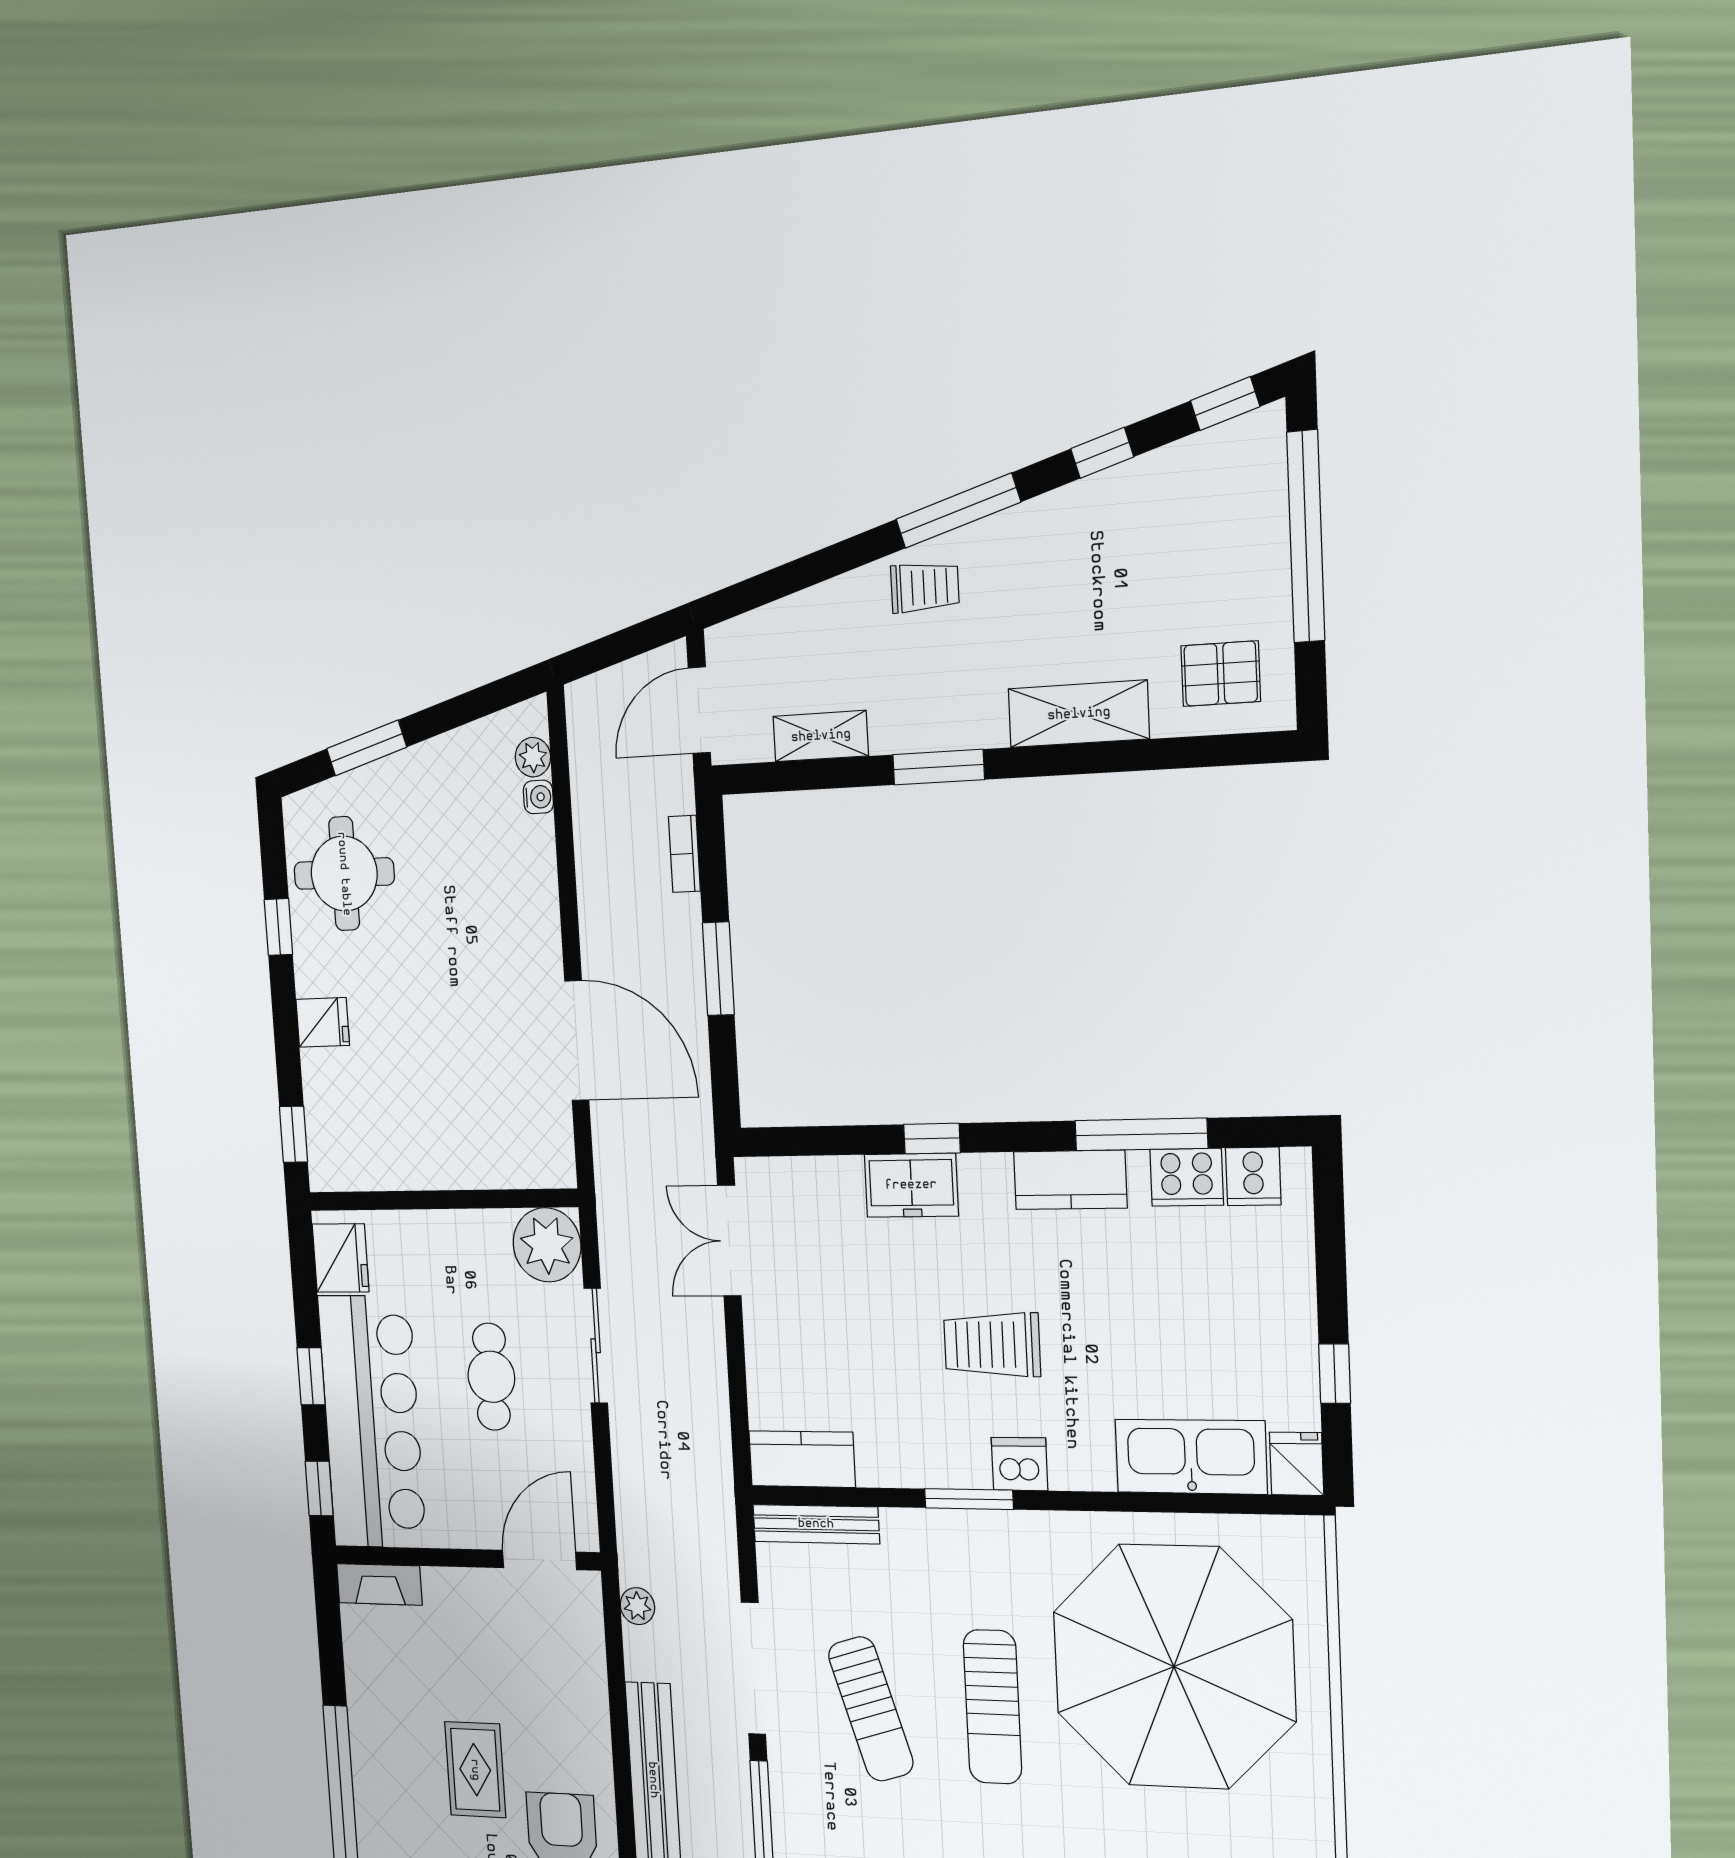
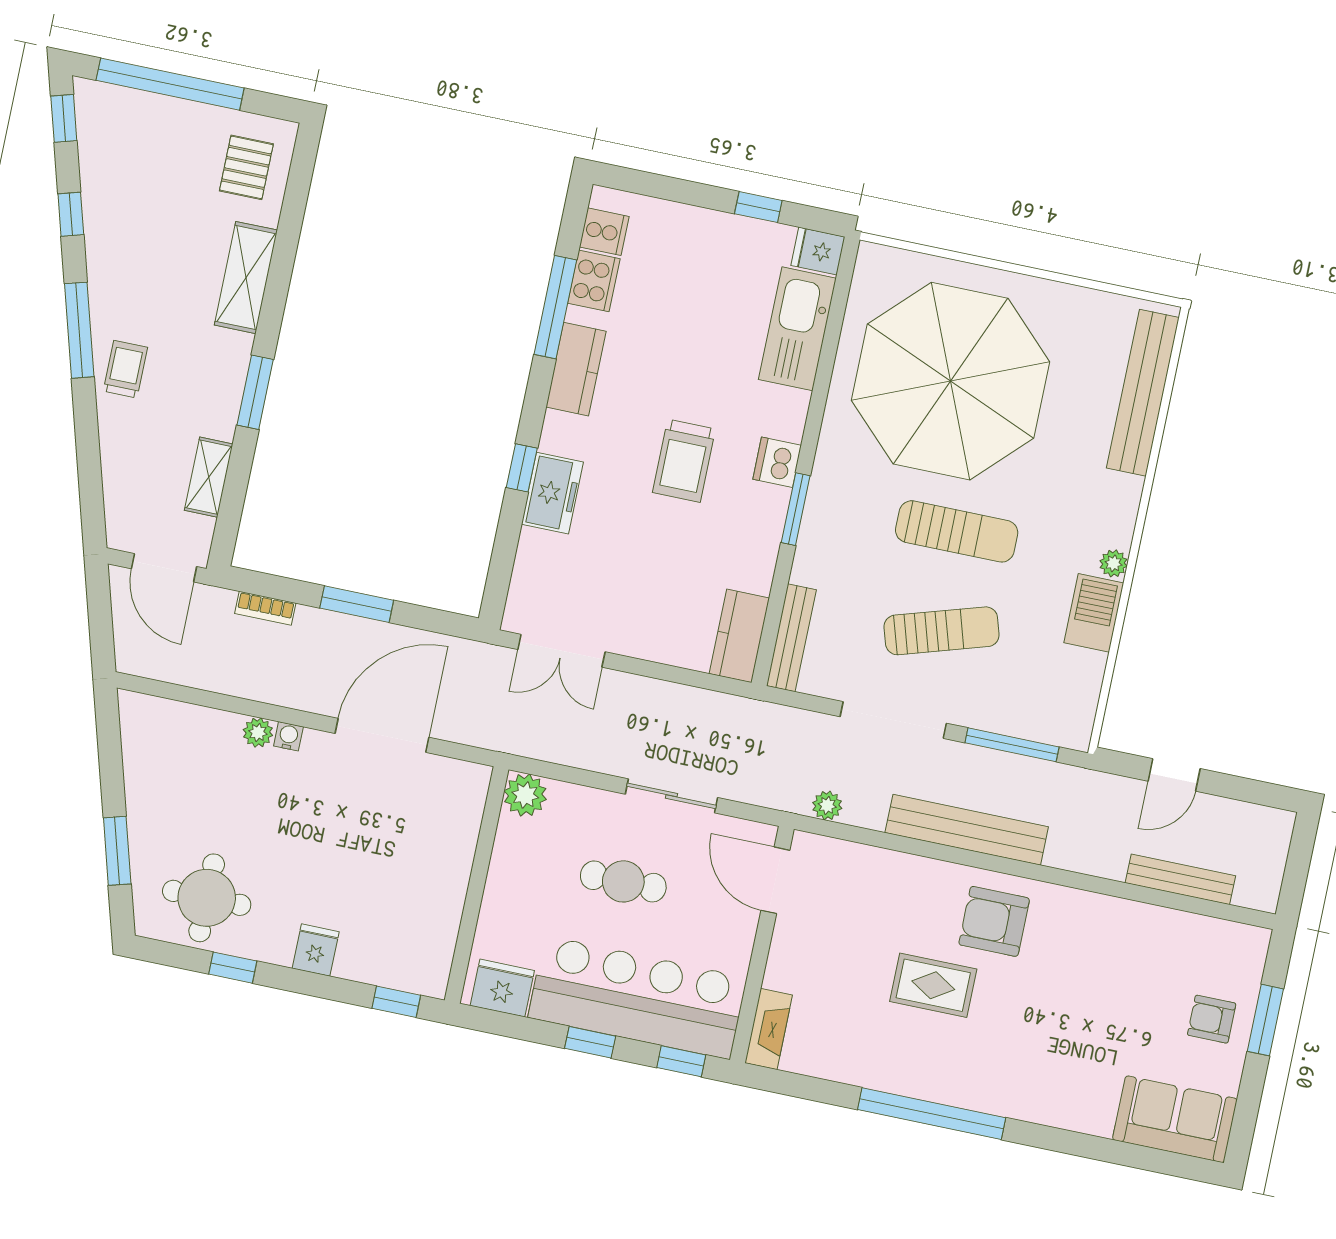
plant: (533, 757) -> (258, 733), moved
water cooler: (538, 797) -> (288, 736), moved
plant: (547, 1245) -> (525, 795), width x0.73, depth x0.73
sliding door: (596, 1346) -> (671, 796), moved

